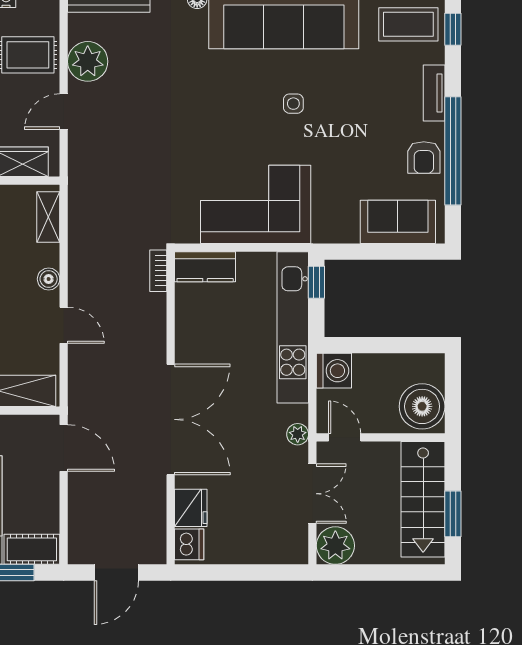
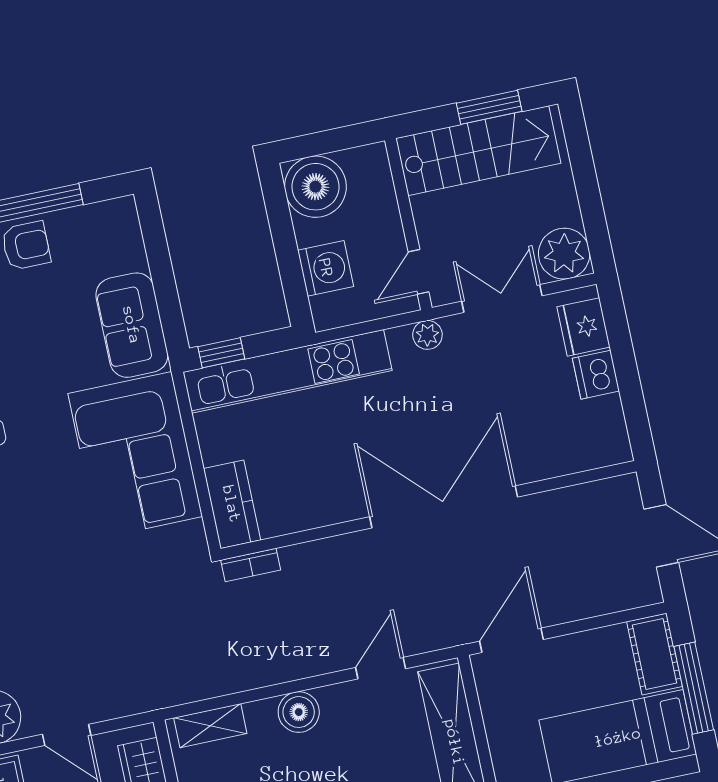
sofa: (398, 222) -> (132, 325), moved
boiler: (49, 279) -> (299, 712), width x1.36, depth x1.36
door: (64, 325) -> (381, 668), moved
washing machine: (334, 371) -> (326, 268), moved, turned 90
boiler: (422, 406) -> (315, 187), moved
fridge: (191, 508) -> (584, 327), moved, turned -90
dishwasher: (189, 544) -> (596, 375), moved, turned -90

